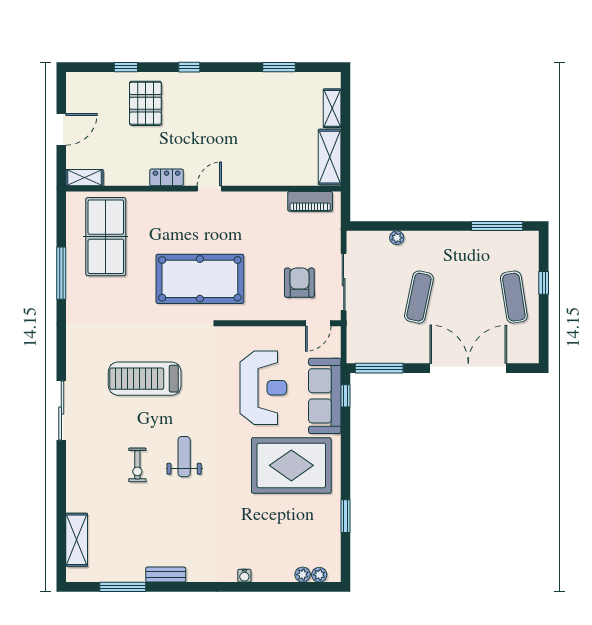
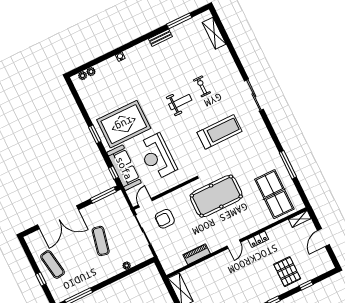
piano: (310, 201) -> (197, 254), moved
armchair: (299, 283) -> (165, 219), turned 90
weight bench: (184, 457) -> (180, 102), turned -90
window: (345, 516) -> (95, 134), moved

